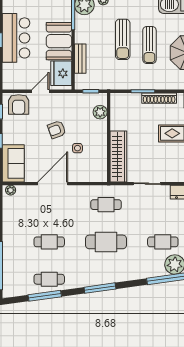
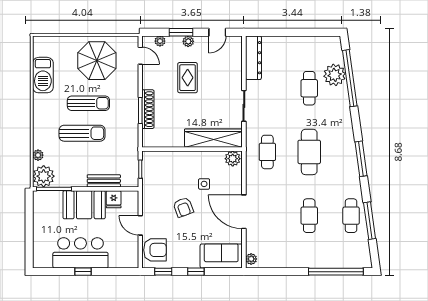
fridge: (61, 73) -> (114, 199), width x0.53, depth x0.75
shoe rack: (159, 98) -> (148, 109), moved
plant: (100, 112) -> (233, 159), moved

